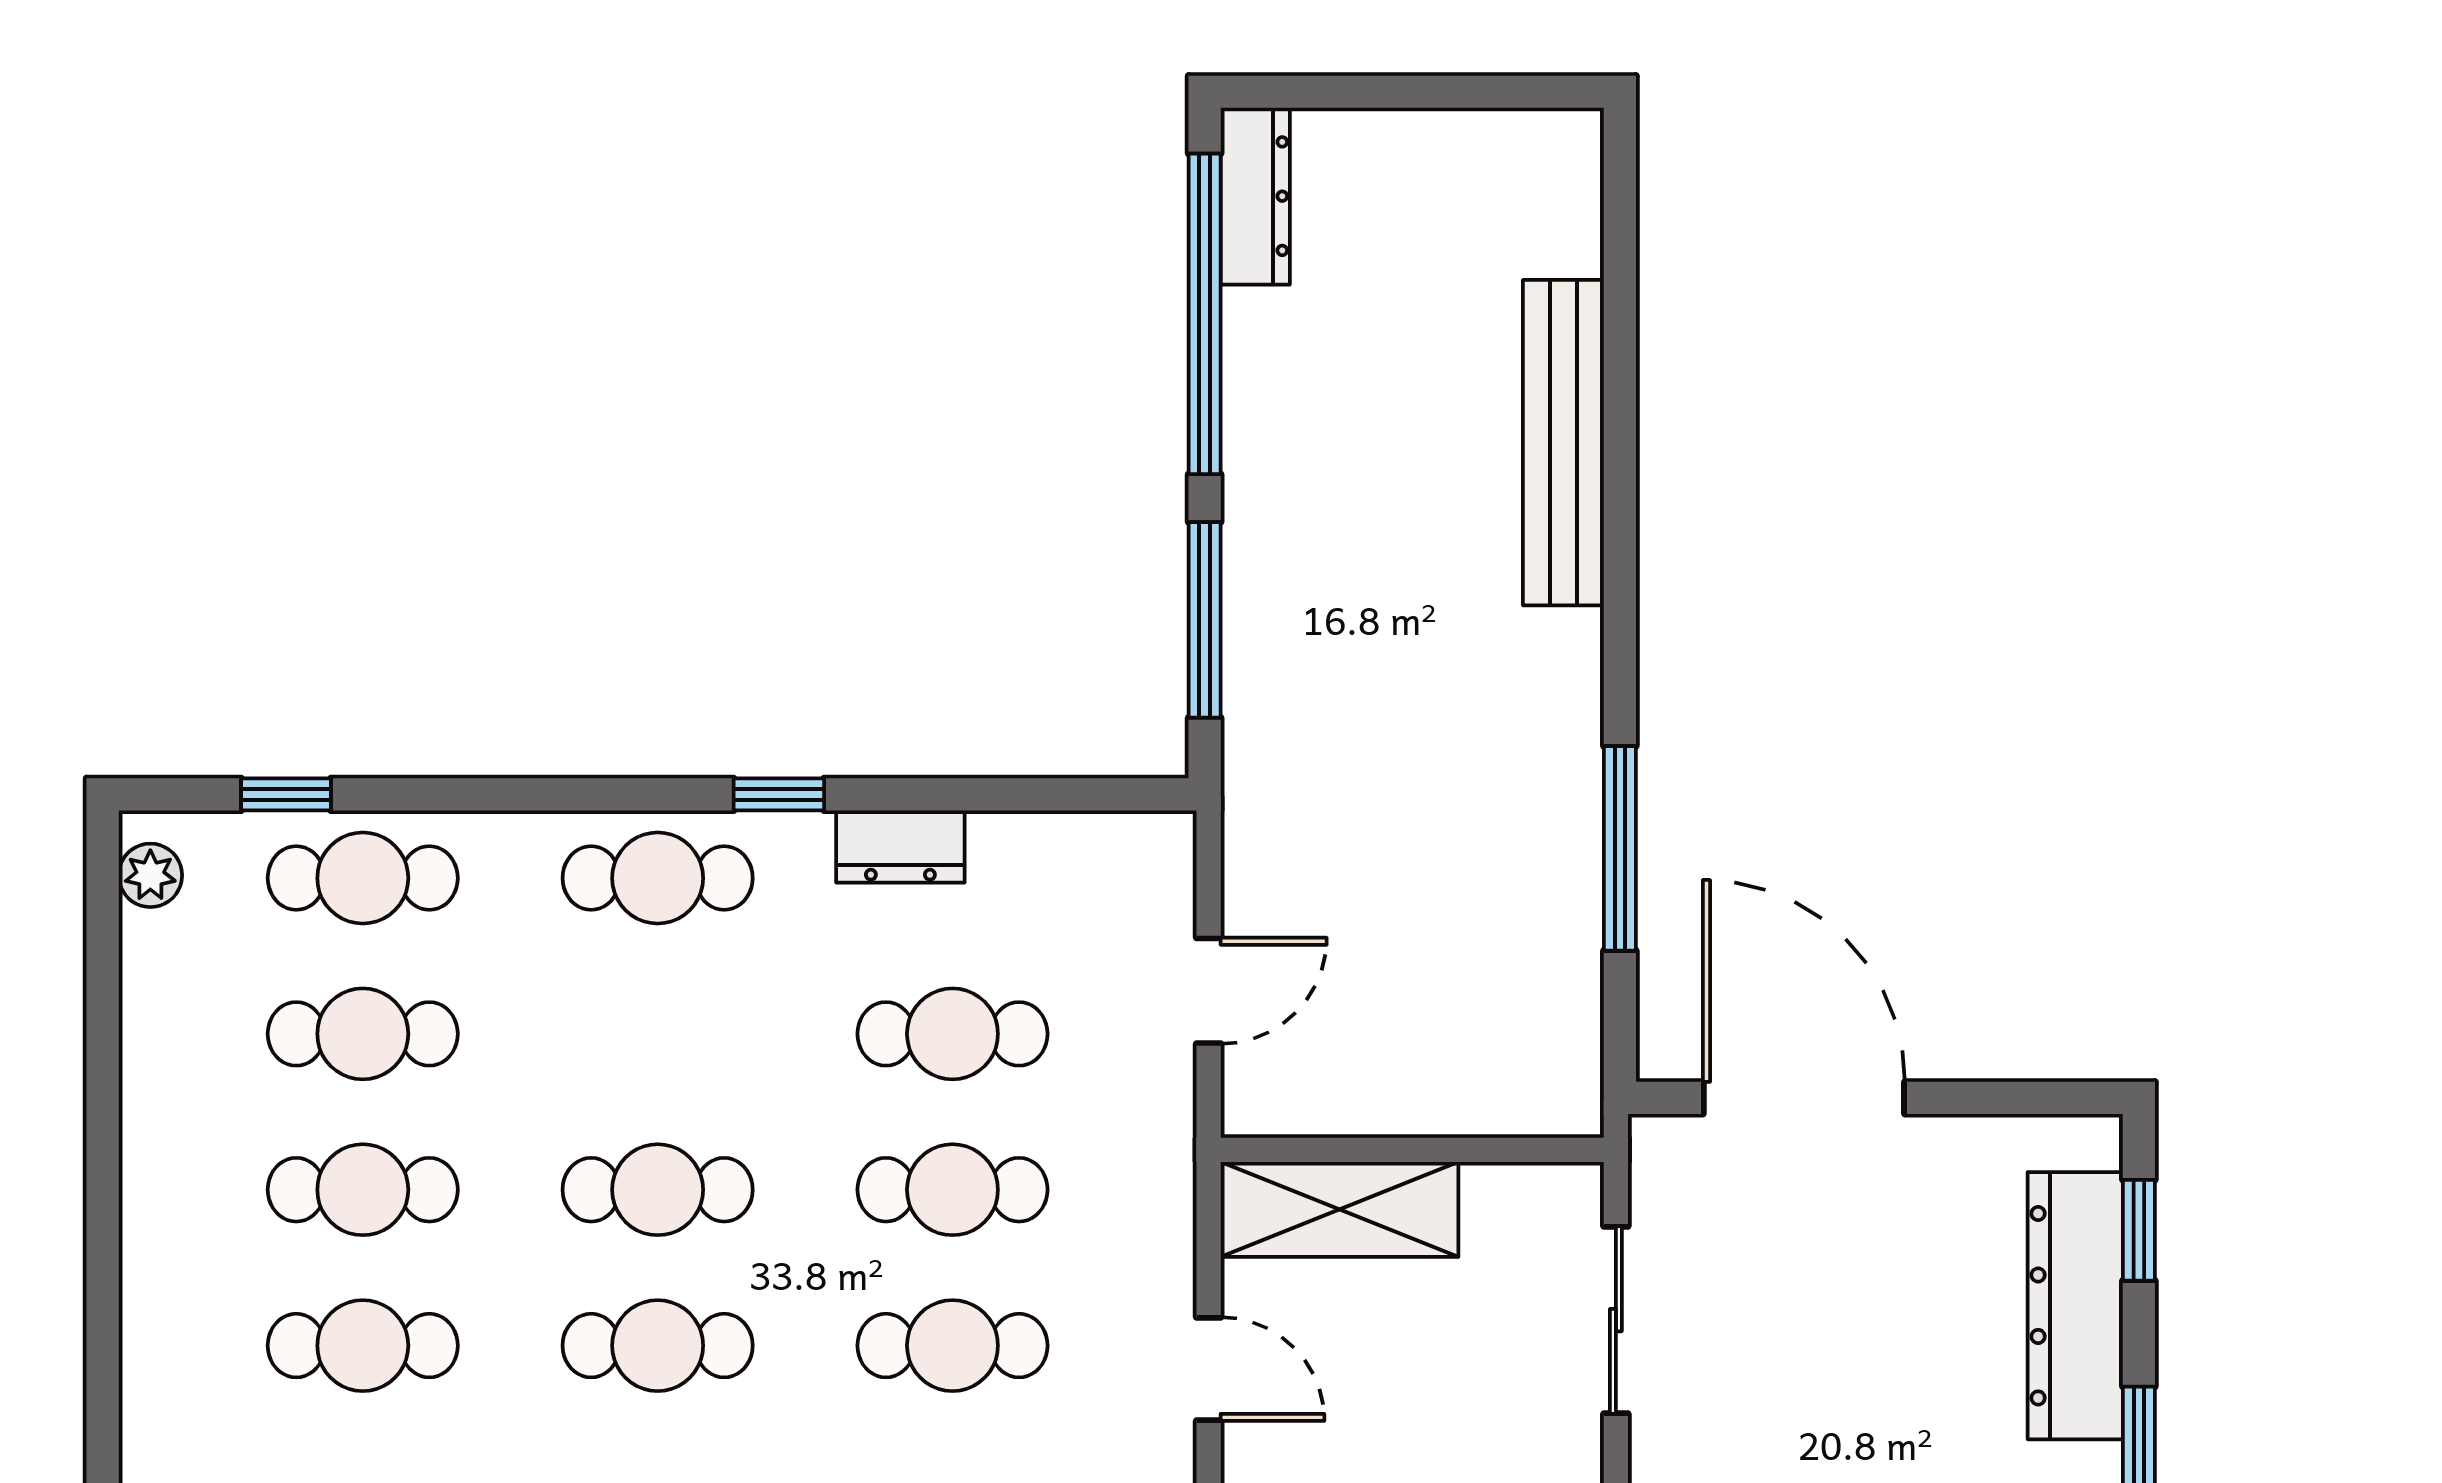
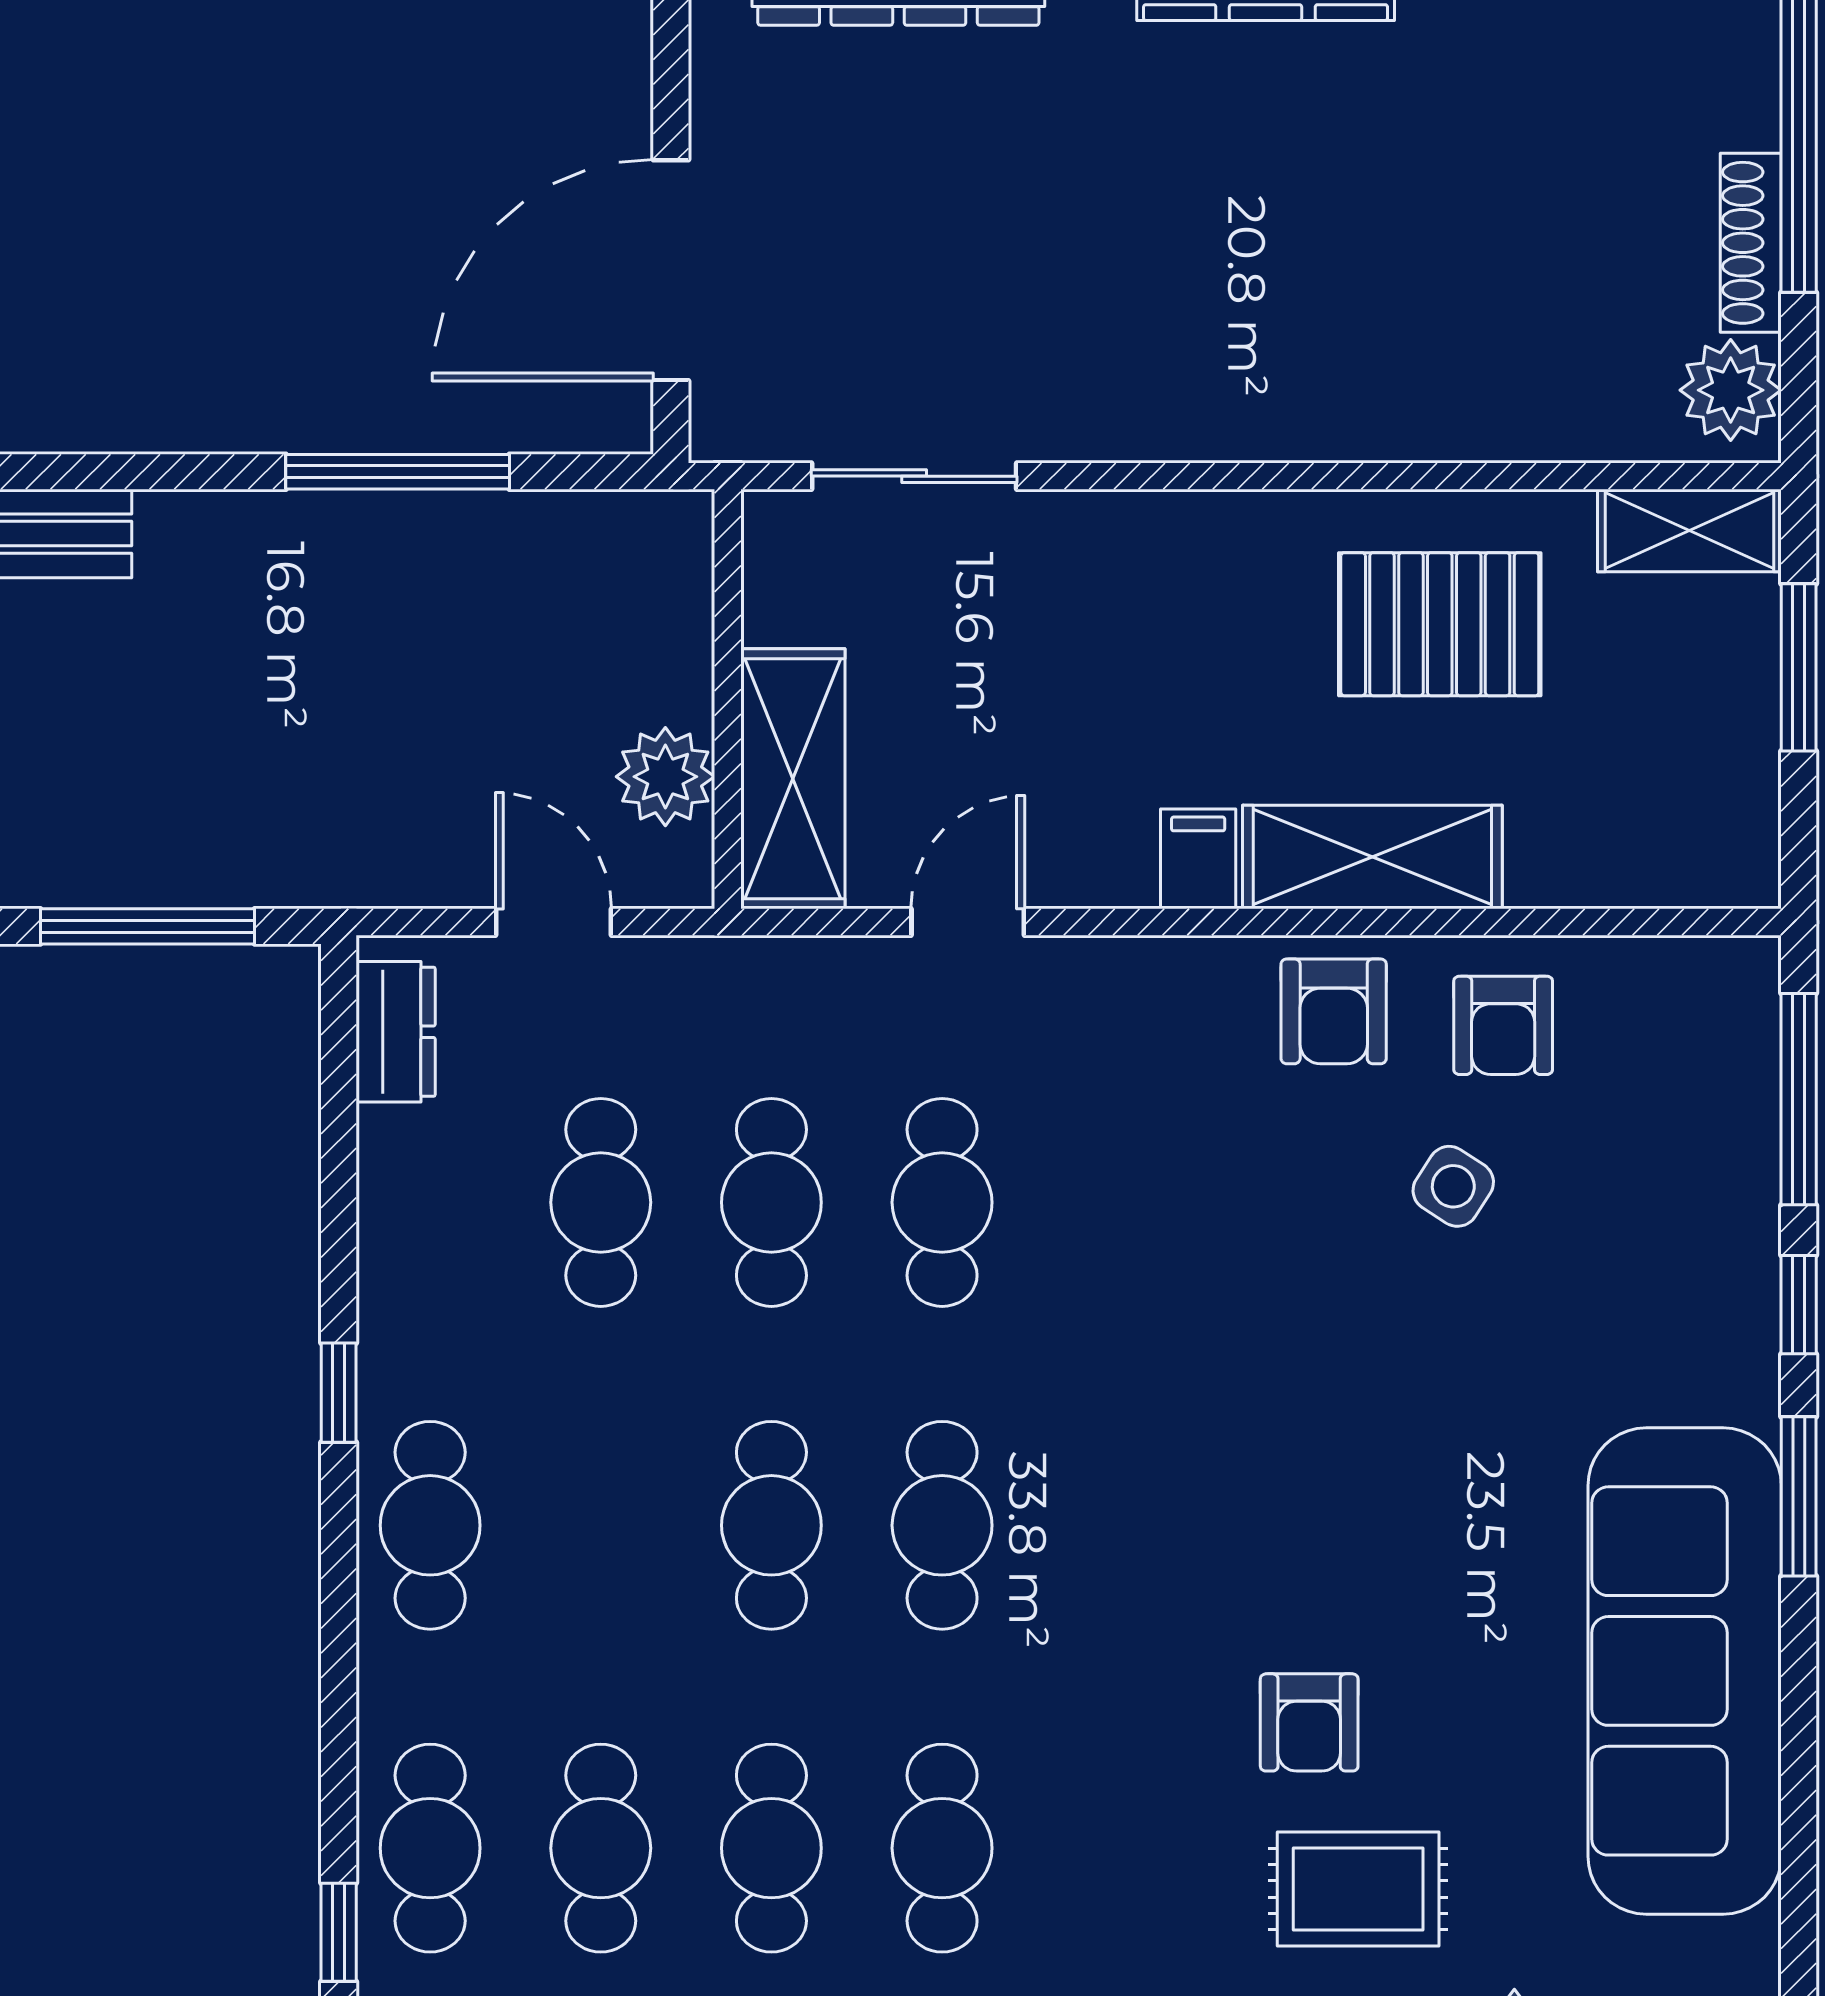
dresser: (900, 847) -> (396, 1032), moved
plant: (1342, 1093) -> (665, 777), added

